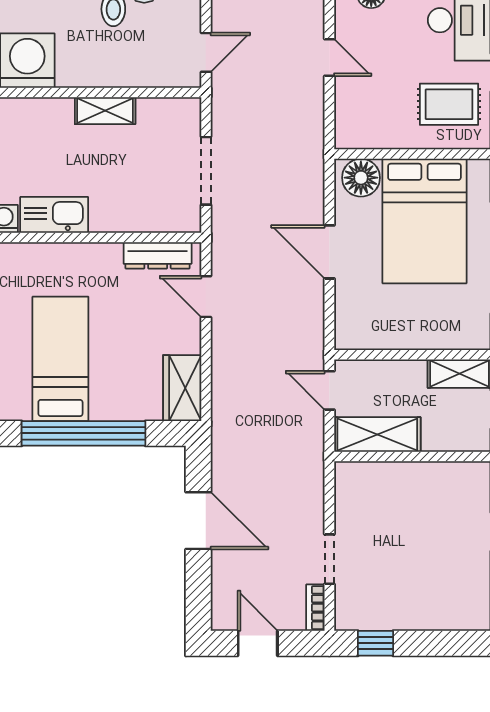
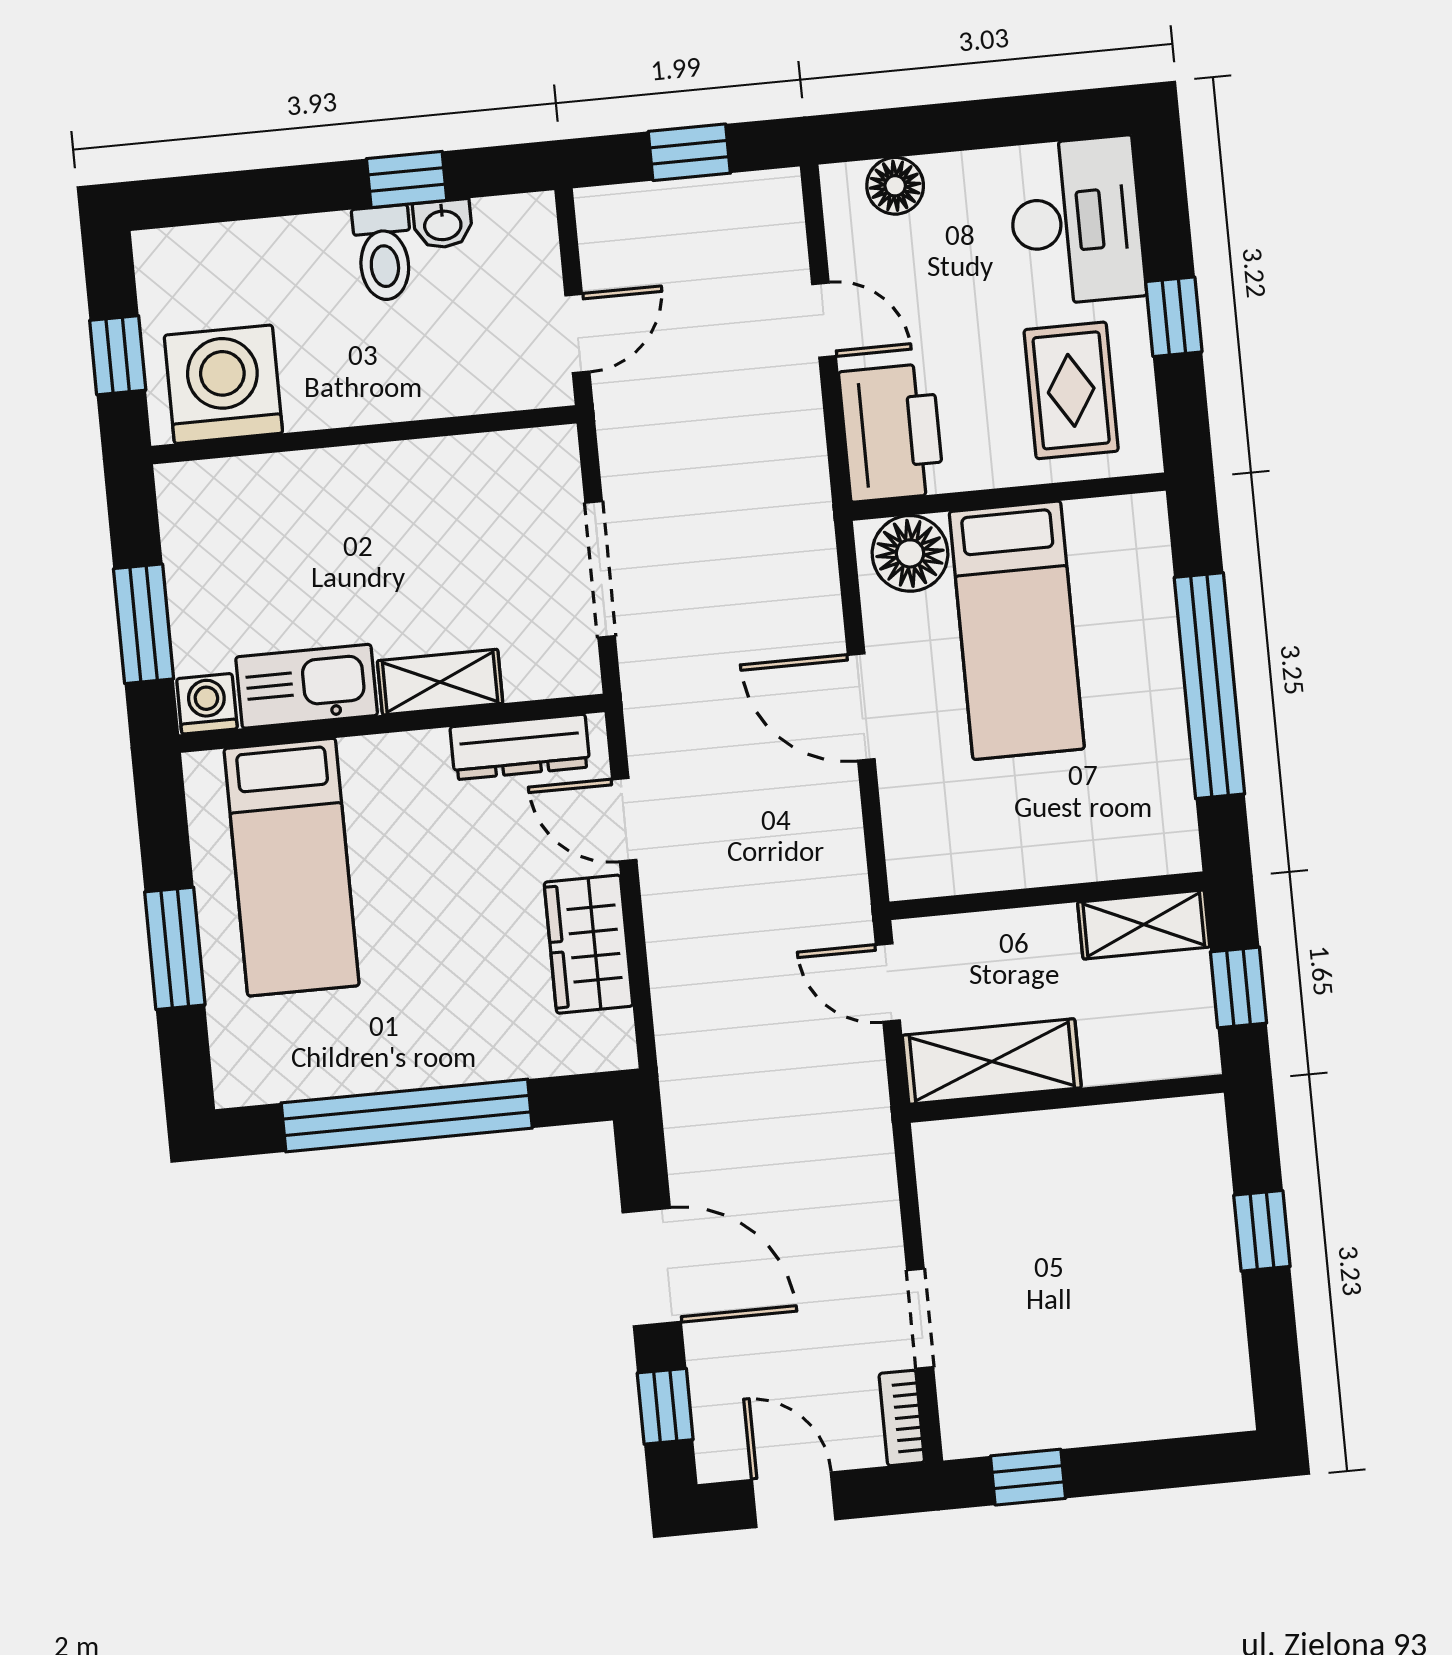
rug: (449, 104) -> (1071, 390), turned 90
shelving: (105, 111) -> (440, 682), moved
printer: (358, 117) -> (891, 433), added
bed: (424, 221) -> (1017, 630), width x0.67
bed: (60, 359) -> (292, 867), moved, turned 180
wardrobe: (182, 388) -> (588, 944), moved
window: (198, 591) -> (665, 1406), added

